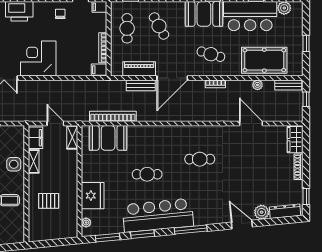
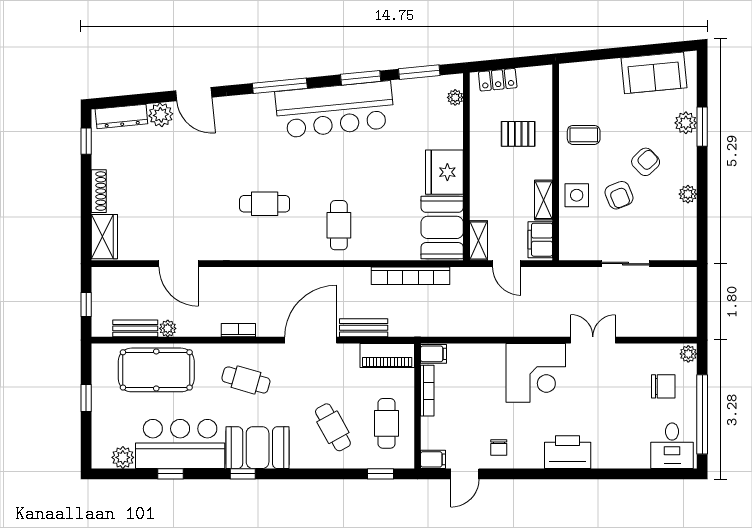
piano: (139, 69) -> (387, 355), moved
bench: (288, 85) -> (135, 328), moved
booth: (108, 138) -> (442, 227), moved, turned 90
cafe table: (147, 174) -> (339, 225), moved, turned 90
fridge: (93, 196) -> (444, 172), moved
locker: (61, 233) -> (498, 80), added

